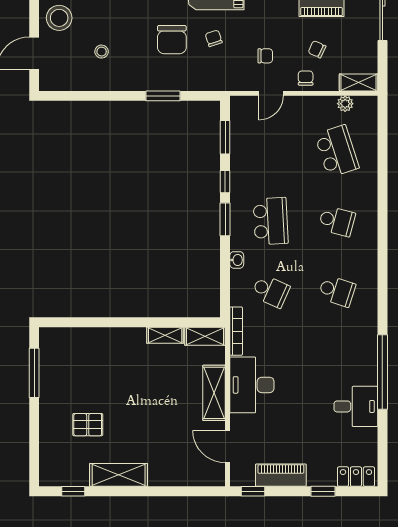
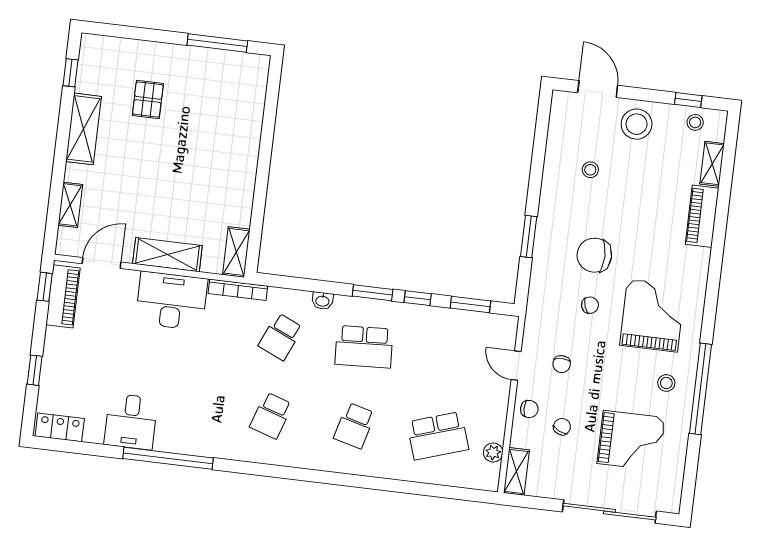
shelving: (165, 335) -> (70, 205), moved
piano: (281, 475) -> (63, 296), moved
locker: (356, 477) -> (60, 427), moved, turned -90

